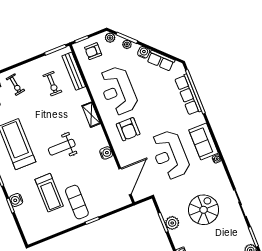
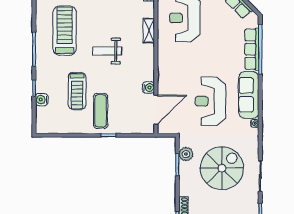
armchair: (128, 129) -> (180, 60), removed
sofa: (204, 141) -> (249, 95), width x1.36
water cooler: (106, 153) -> (149, 87), moved
water cooler: (16, 200) -> (42, 100), moved
spiral stairs: (204, 210) -> (222, 168), width x1.37, depth x1.37
plant: (172, 223) -> (186, 154), moved

